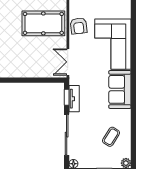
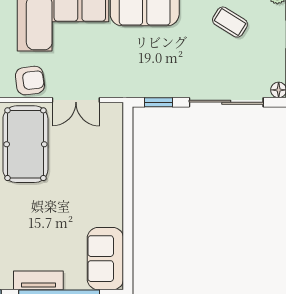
double door: (68, 62) -> (76, 100), moved
tv unit: (74, 99) -> (161, 89), removed

